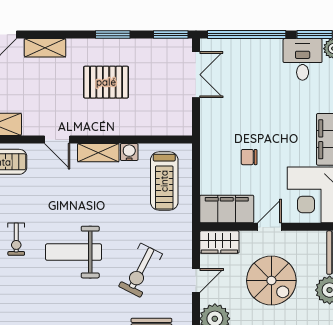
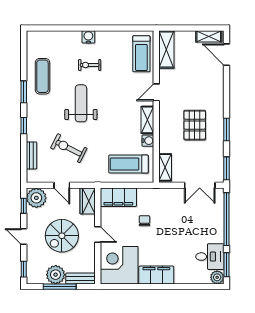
shelving: (45, 48) -> (165, 167), moved
filing cabinet: (227, 209) -> (118, 197), moved, turned 90
exercise mat: (33, 310) -> (42, 76), added

